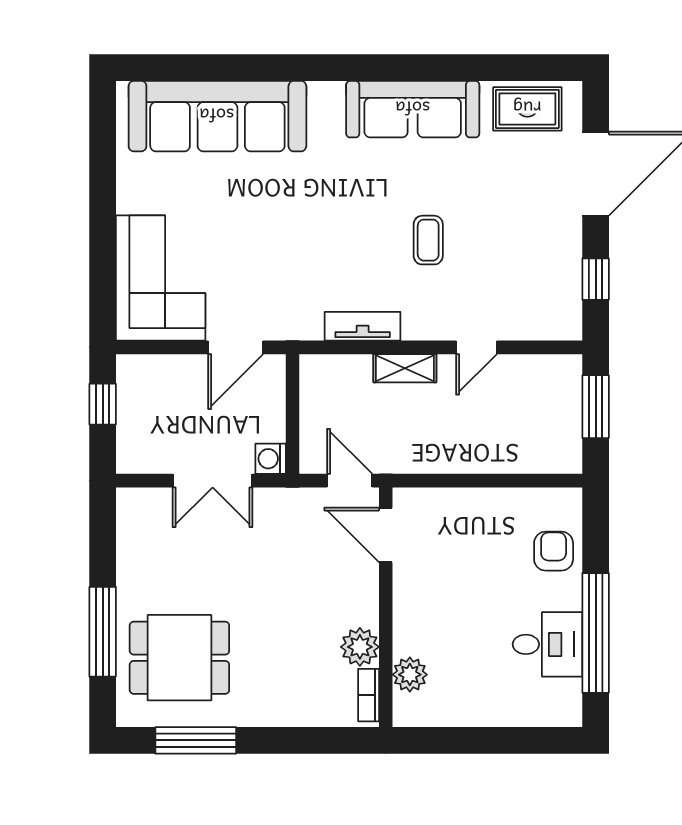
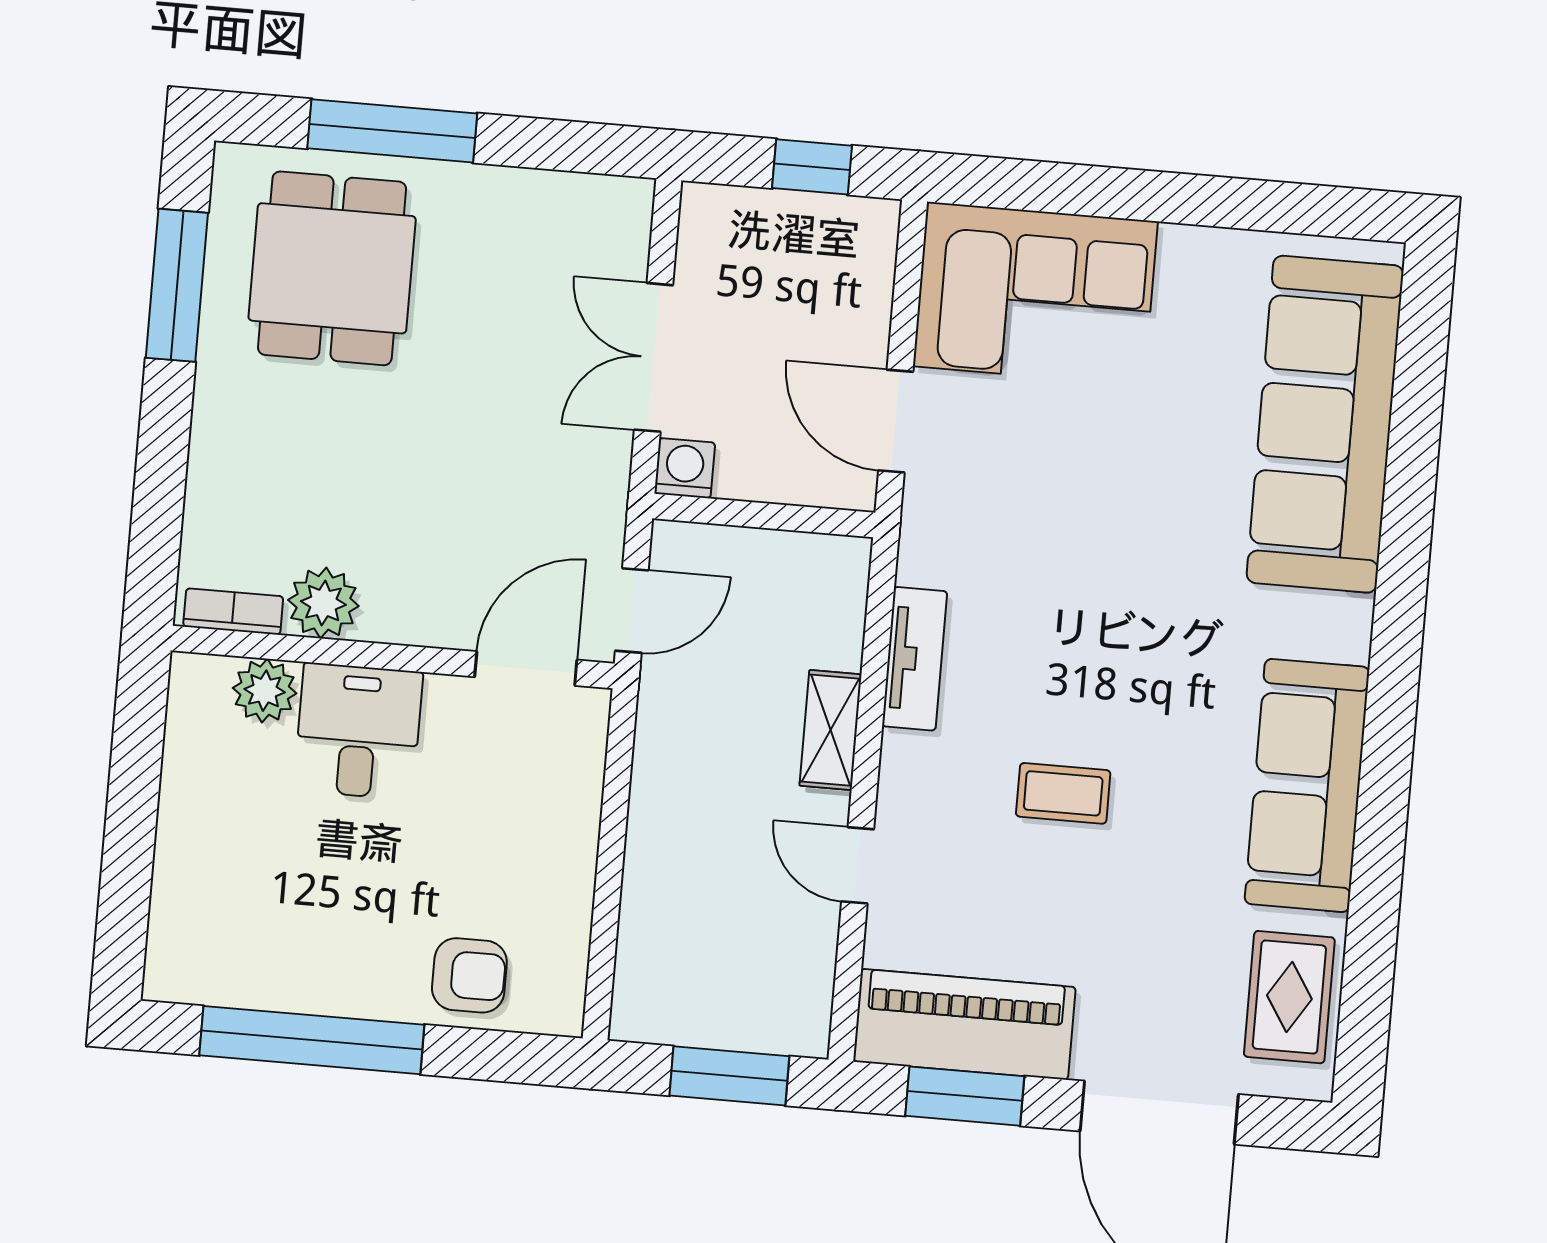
window: (596, 279) -> (965, 1096), width x1.50
piano: (557, 283) -> (964, 1024), added
desk: (547, 644) -> (358, 731), moved, turned 180

